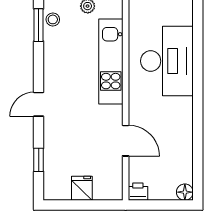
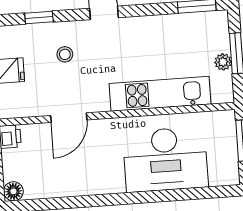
stool: (53, 19) -> (65, 54), moved

